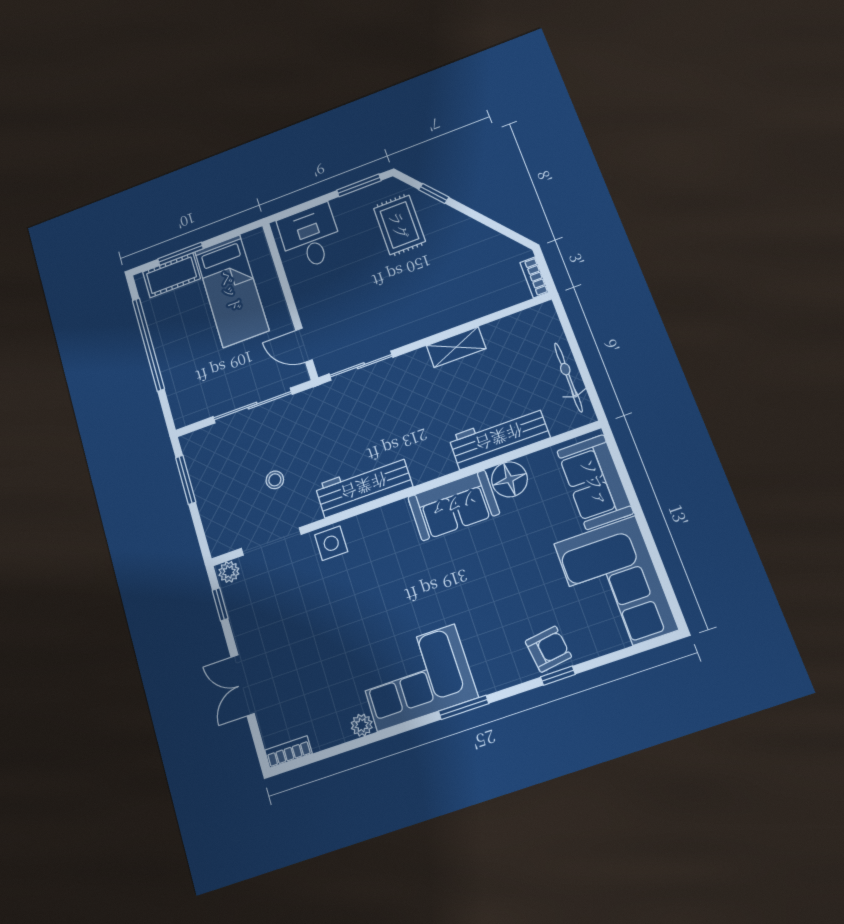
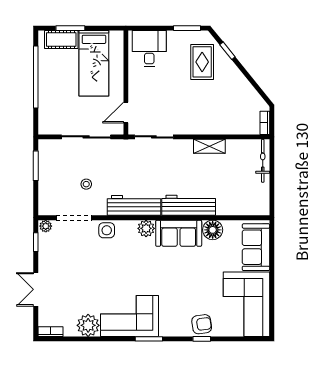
door: (304, 345) -> (126, 113), hinge flipped
bicycle: (568, 377) -> (263, 161), moved
workbench: (499, 437) -> (189, 205), moved
plant: (396, 517) -> (146, 228), added
plant: (362, 725) -> (88, 325), width x1.88, depth x1.88

